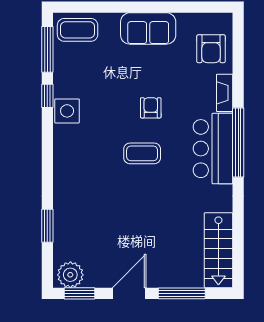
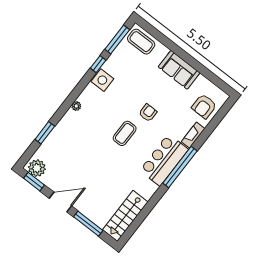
coffee table: (142, 153) -> (125, 133), turned 90
plant: (60, 165) -> (76, 106), added

